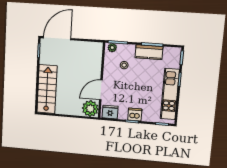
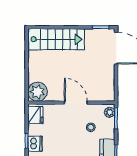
door: (101, 90) -> (76, 103), moved

